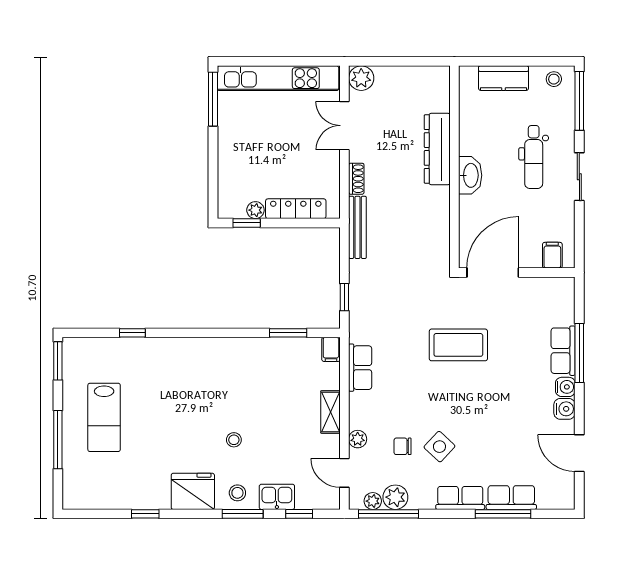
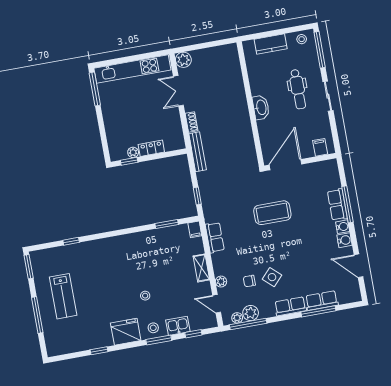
dresser: (437, 149) -> (238, 95), removed
locker: (296, 209) -> (151, 148), width x0.66

